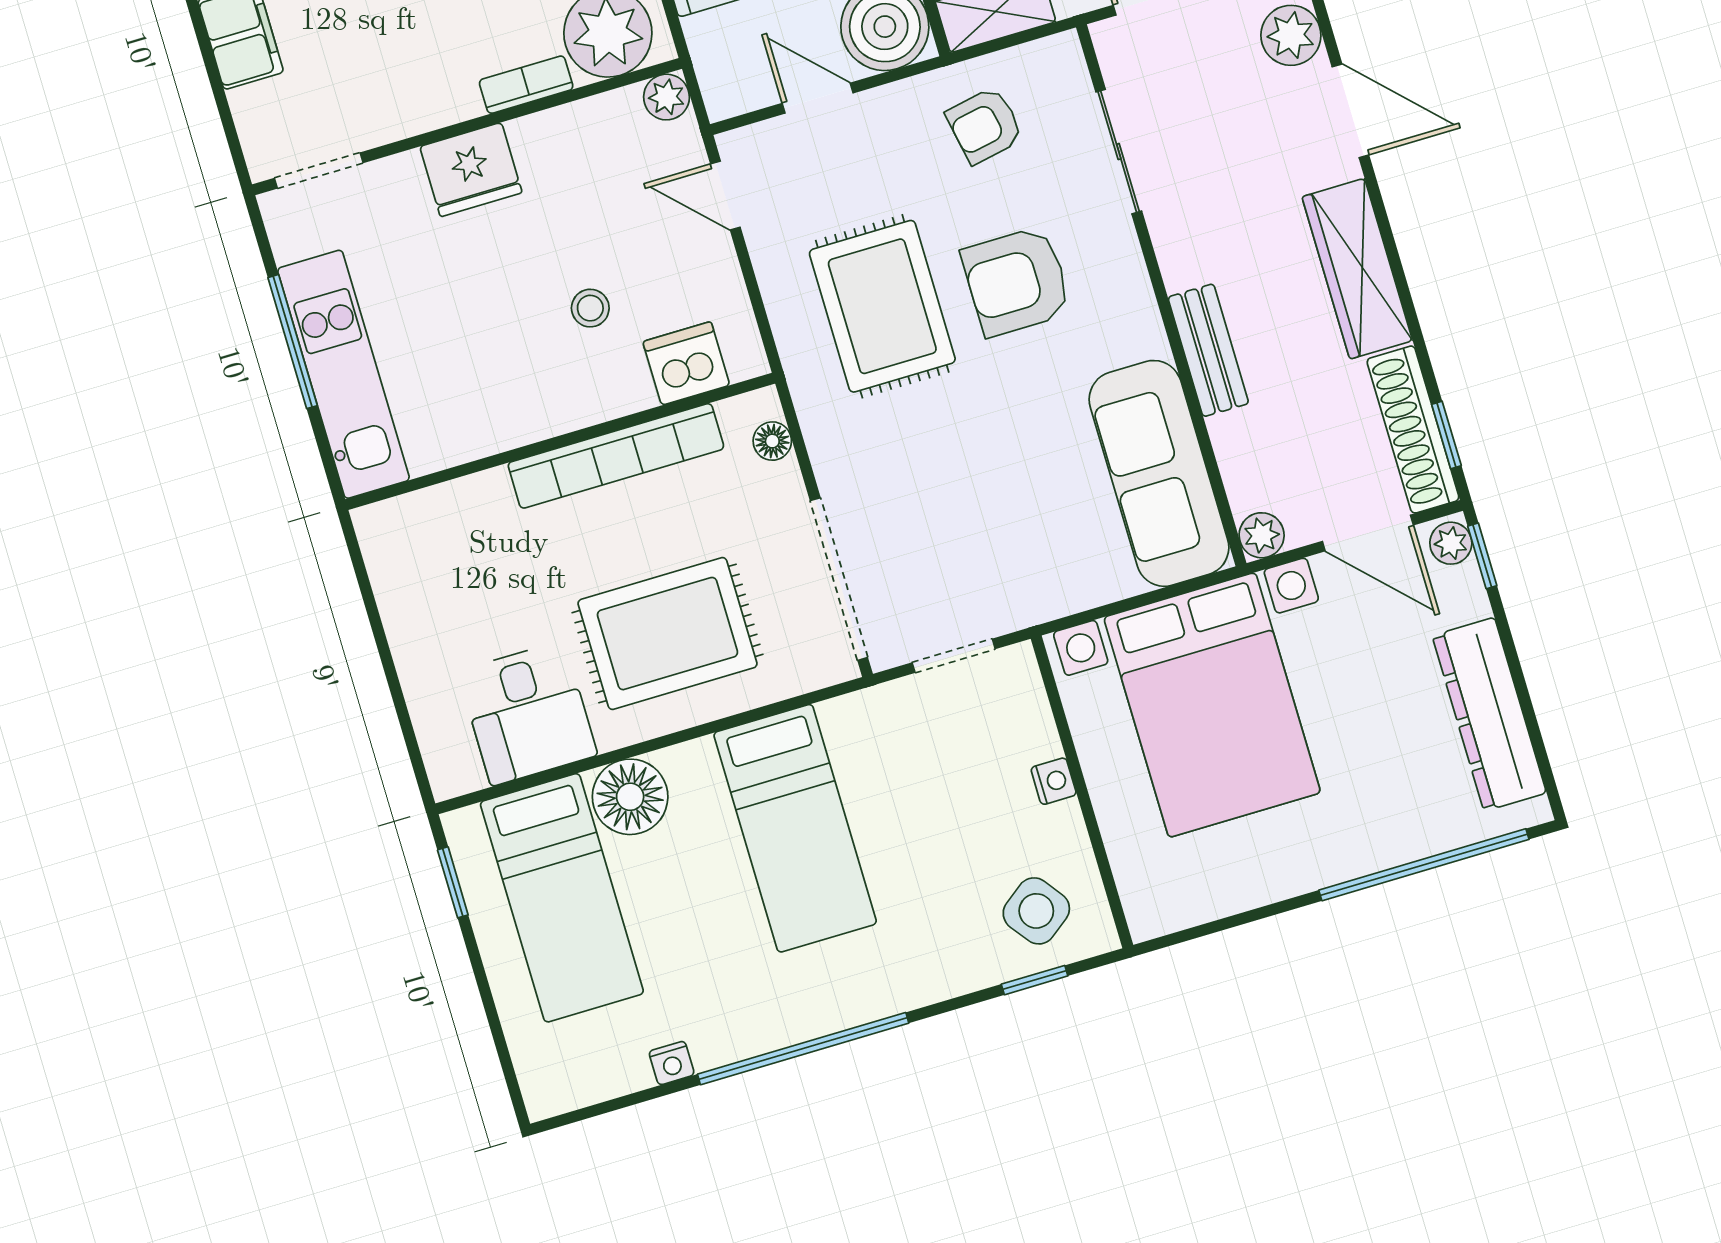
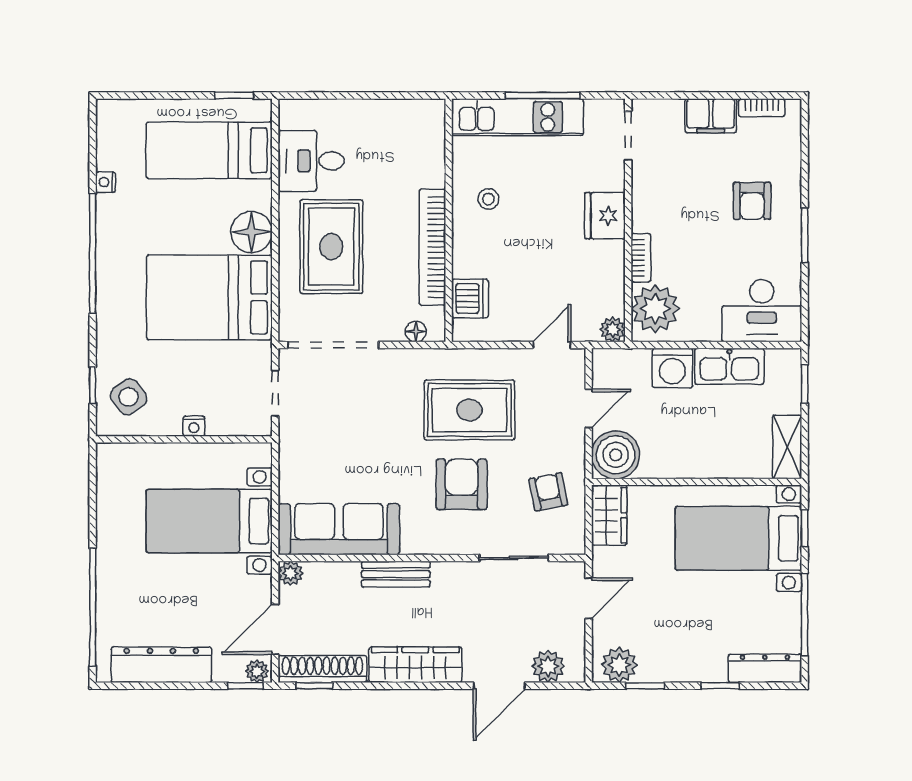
stool: (590, 308) -> (488, 199), moved
bed with nightstands: (1212, 705) -> (209, 521), width x0.73
floor lamp: (630, 797) -> (252, 232), moved
bed: (795, 828) -> (209, 297), width x1.50

